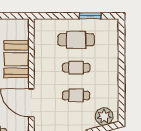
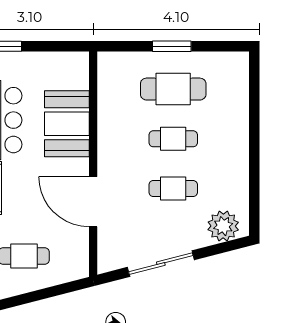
window: (90, 16) -> (172, 46), moved

